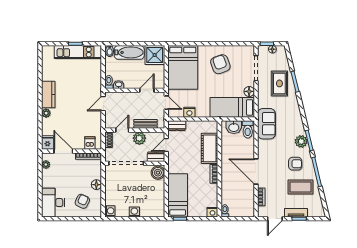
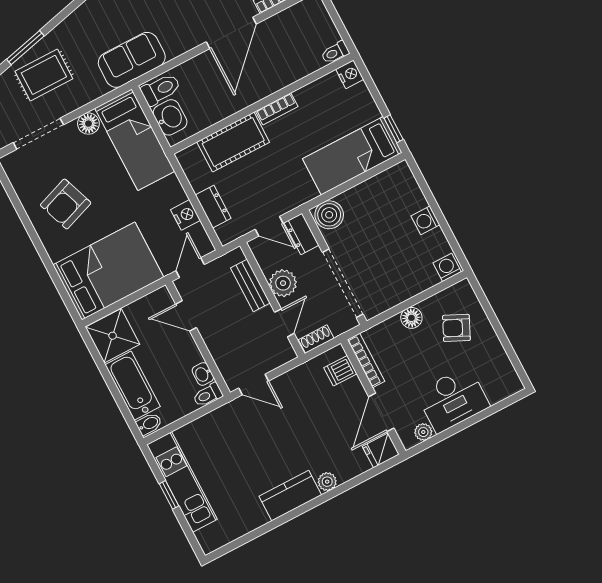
dresser: (177, 126) -> (213, 207), moved
door: (122, 130) -> (284, 323), swing flipped
desk: (53, 203) -> (453, 399), moved

